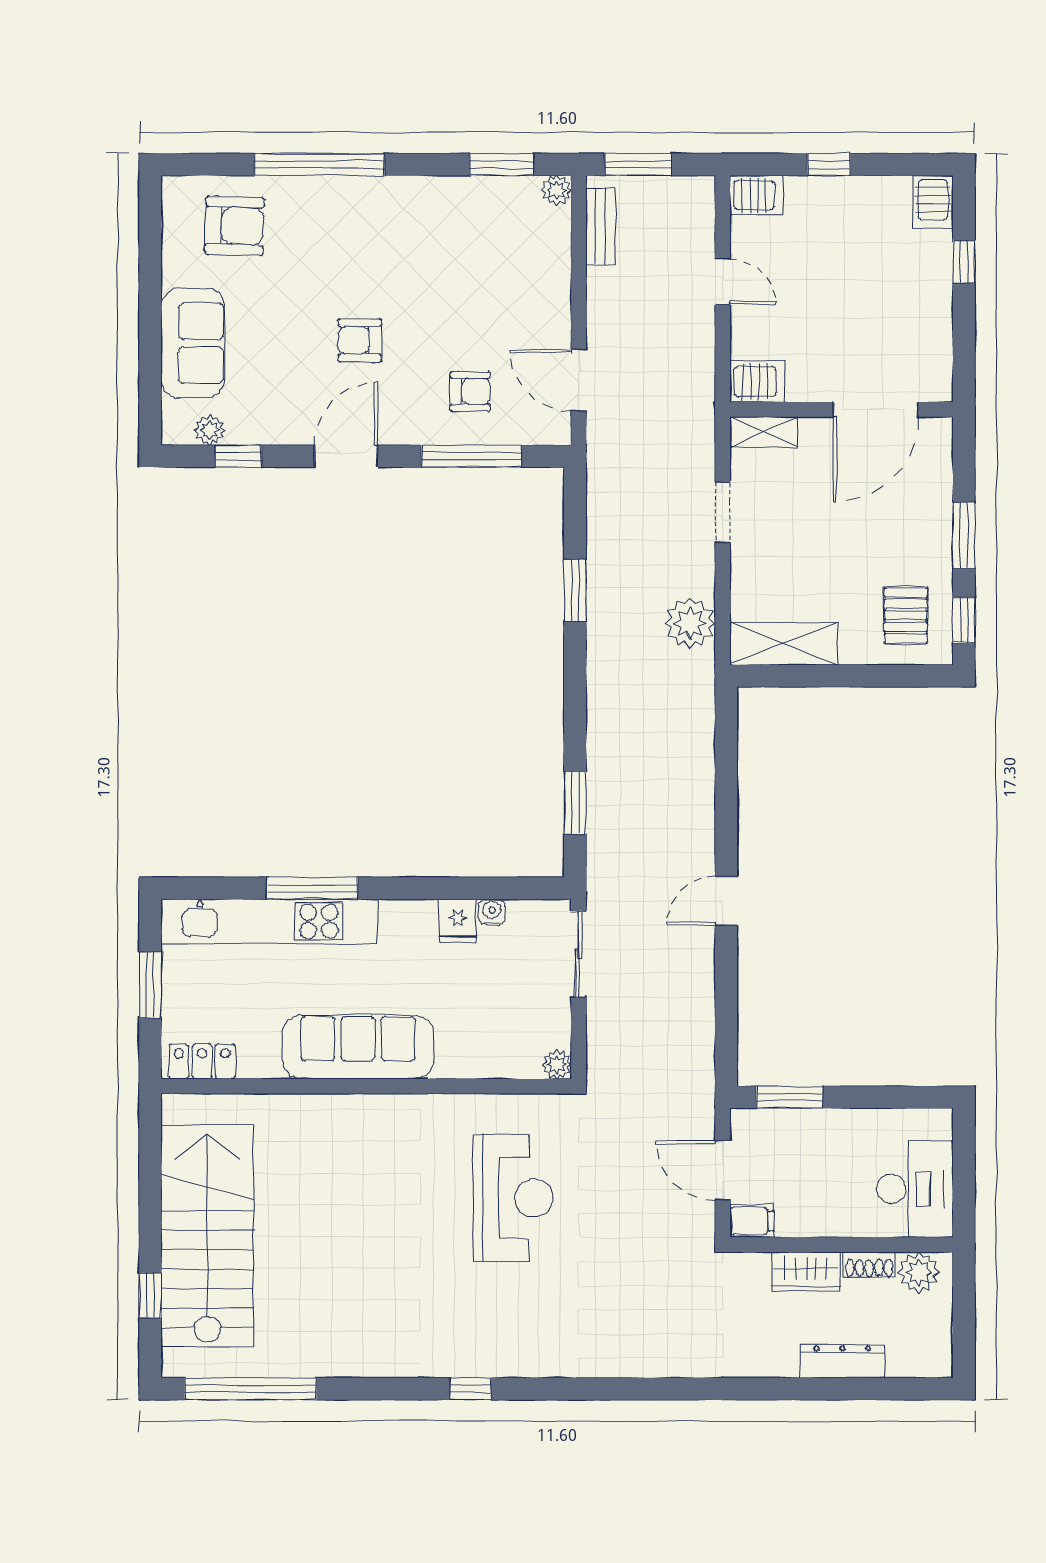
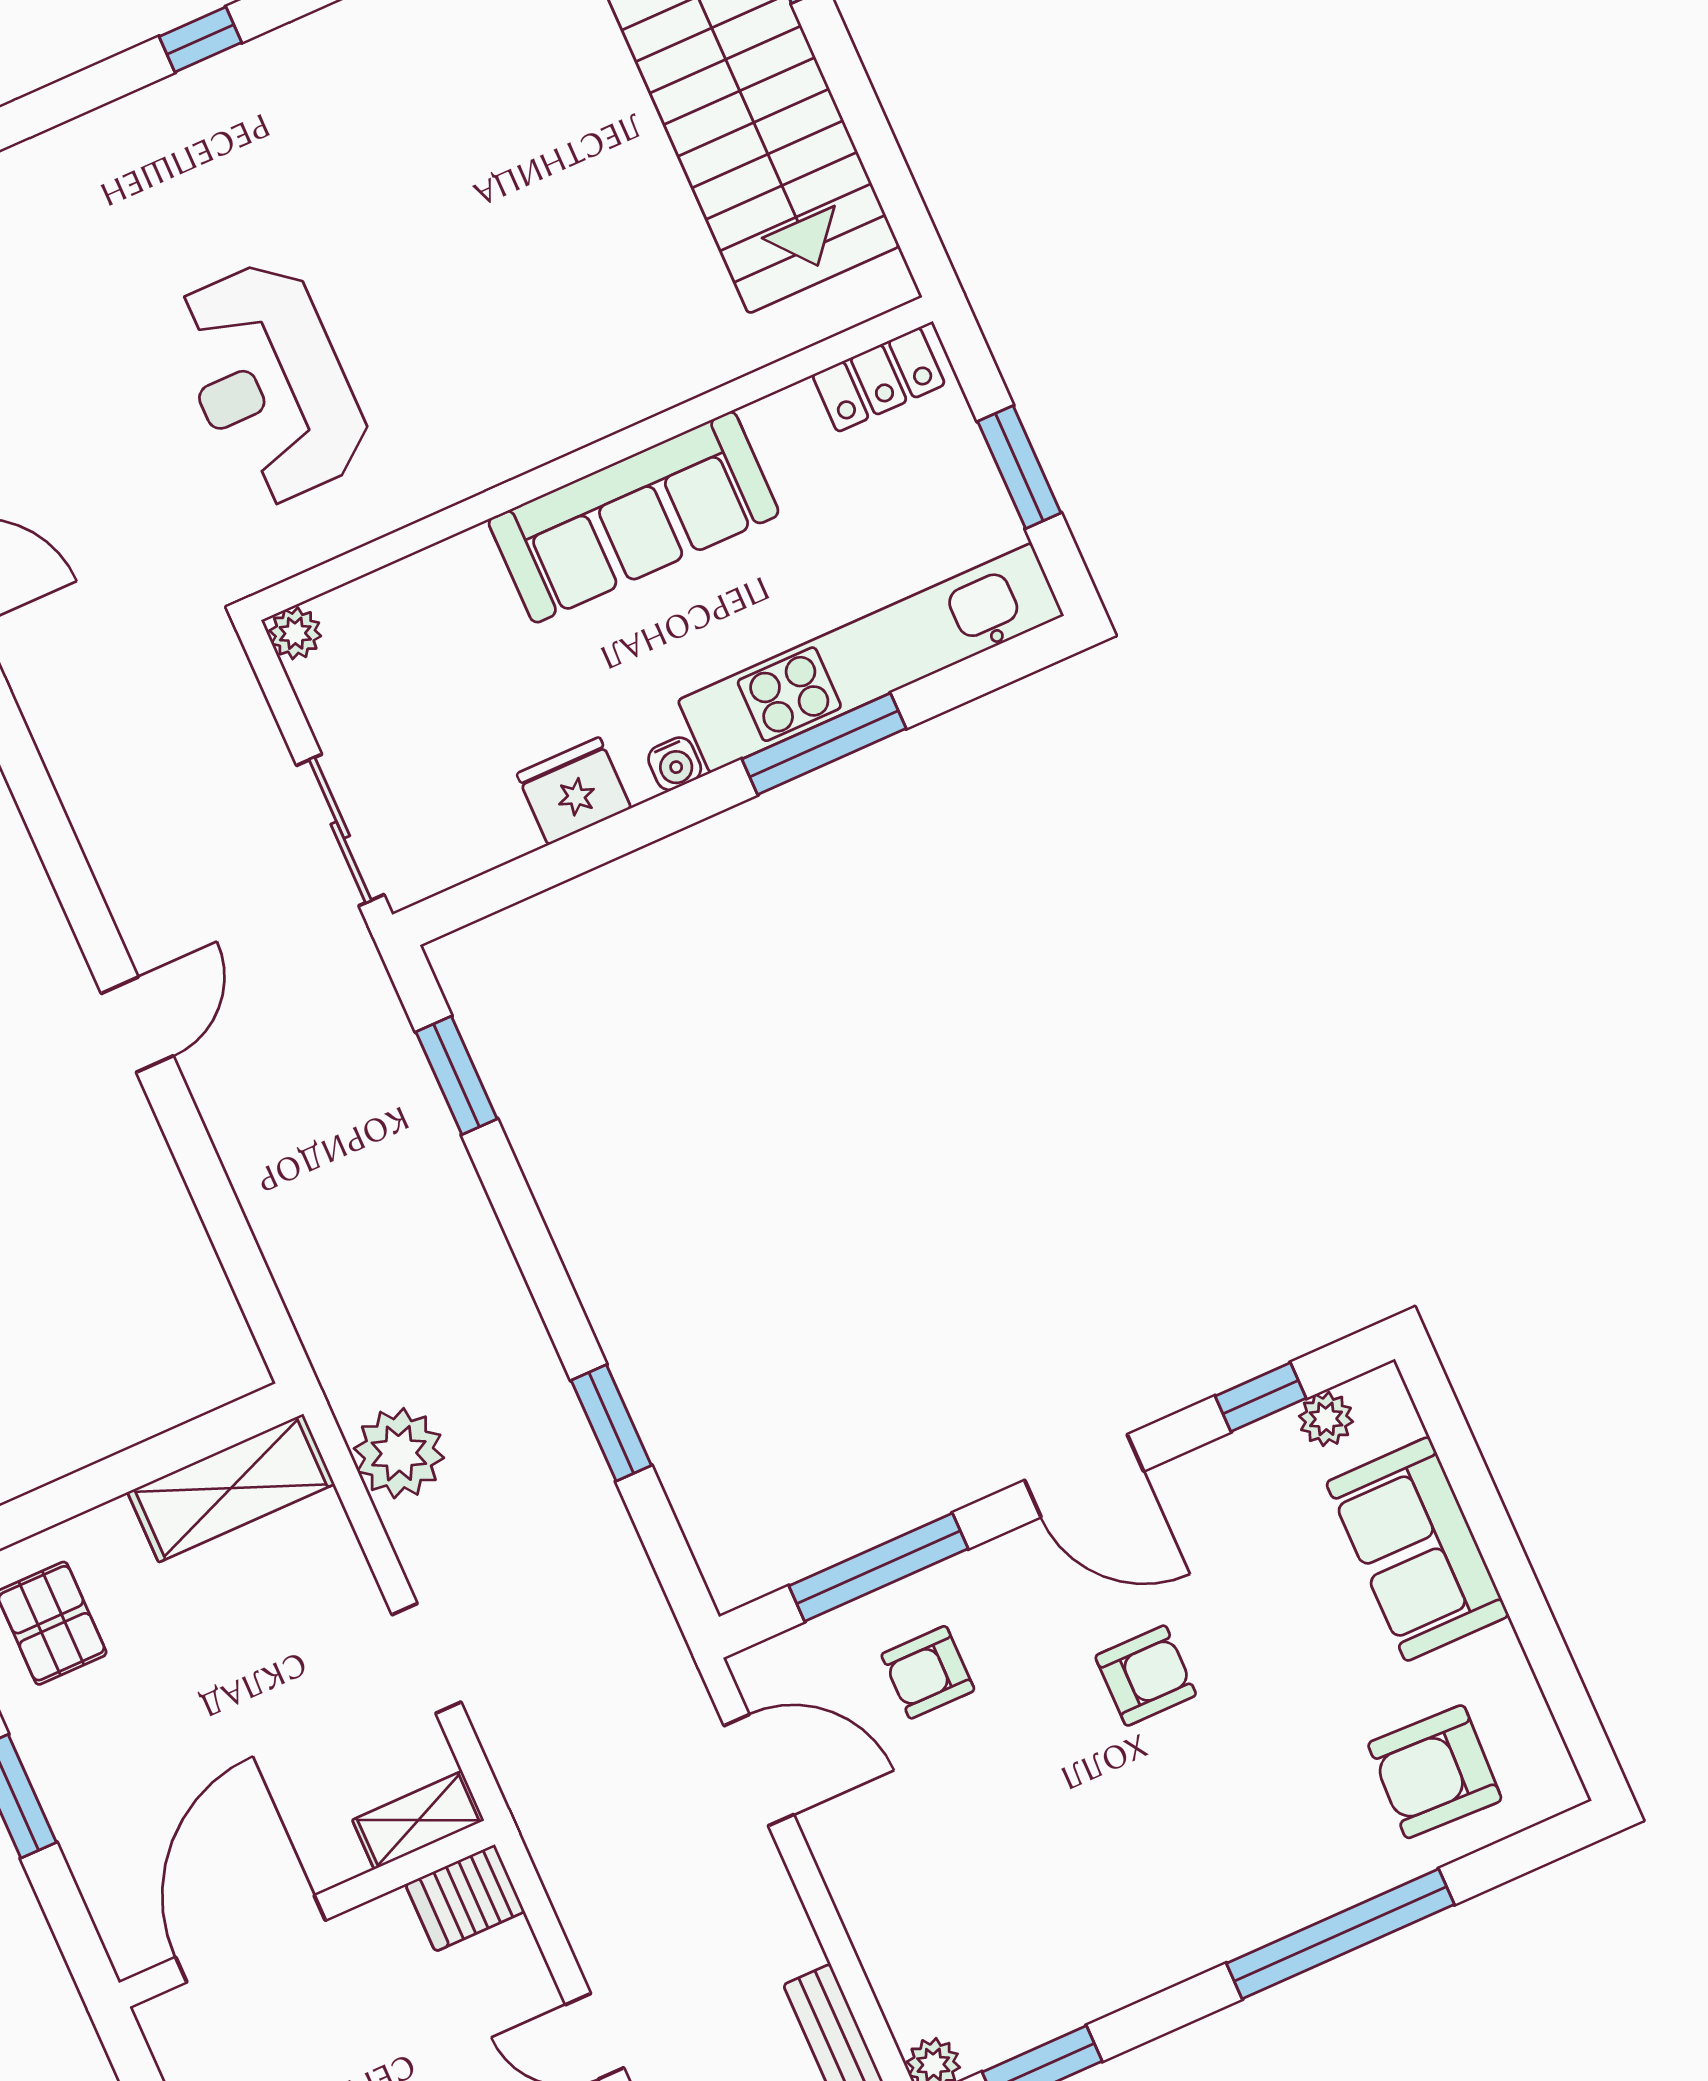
door: (346, 456) -> (1084, 1476), hinge flipped
water cooler: (492, 912) -> (675, 764), moved
fridge: (458, 921) -> (574, 791), width x1.38

